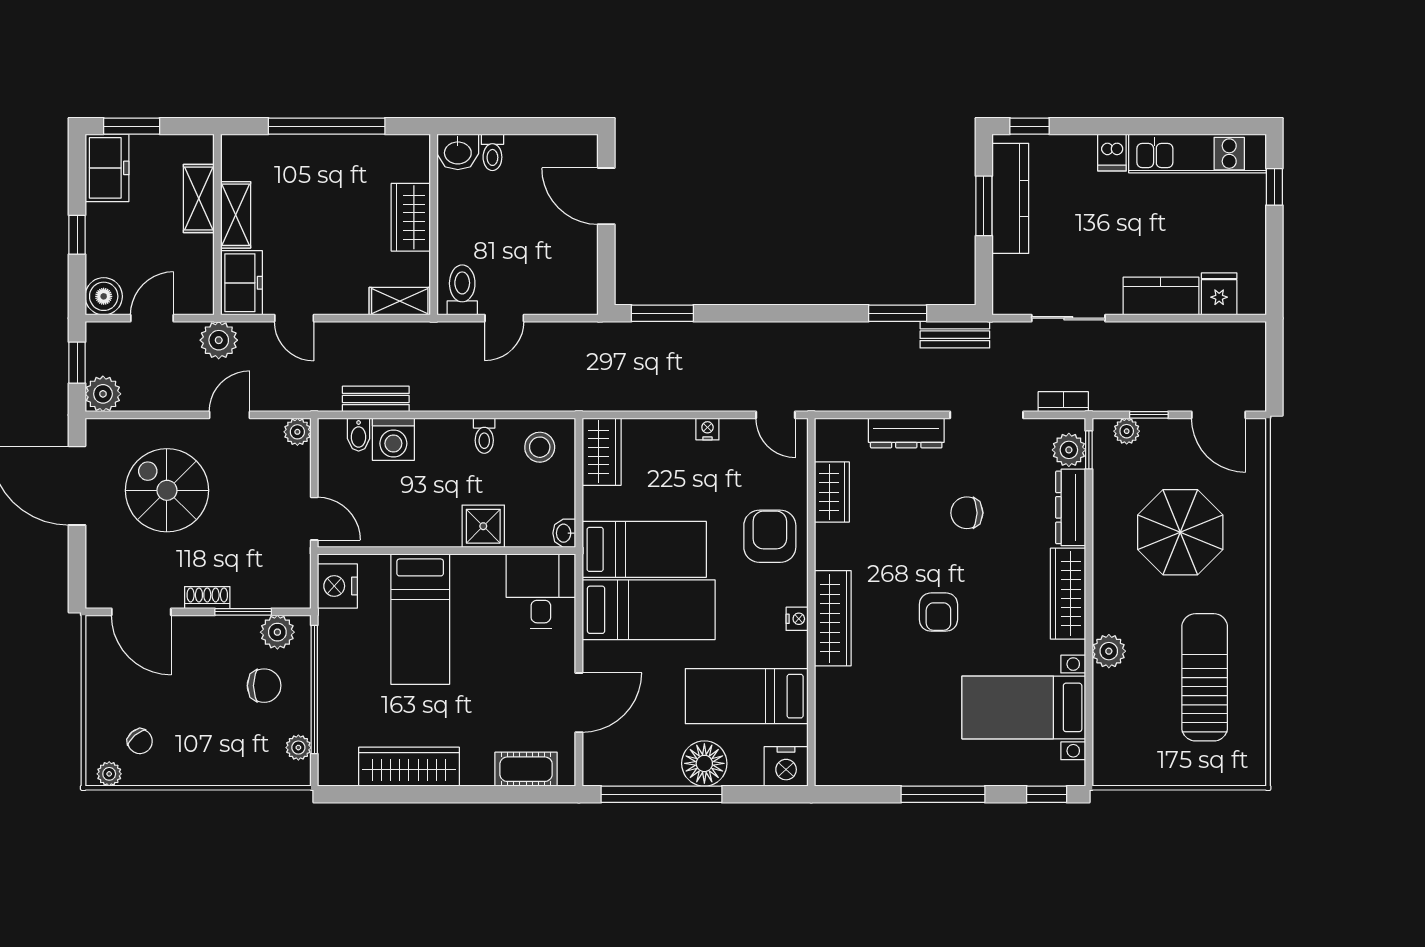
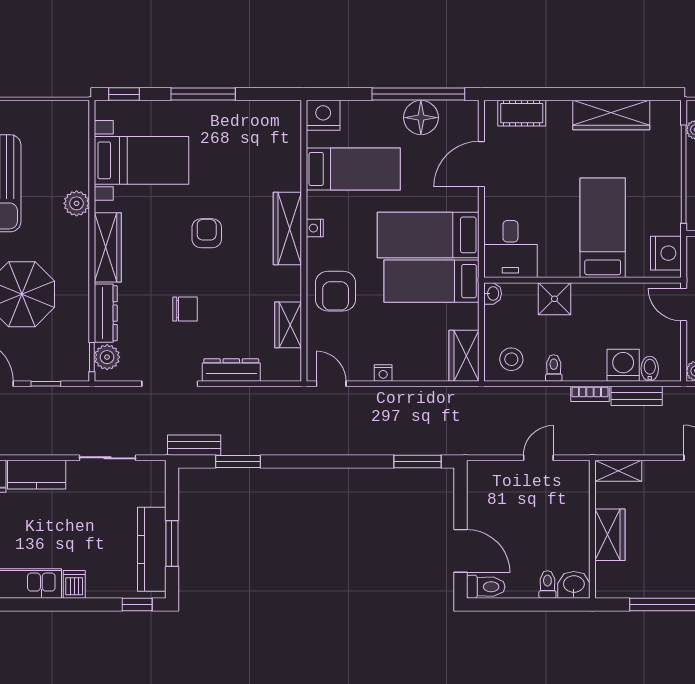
toilet: (462, 290) -> (486, 587), moved, turned -90
bookcase: (1063, 402) -> (590, 394), moved
plant: (1127, 431) -> (63, 371), removed
floor lamp: (704, 763) -> (421, 118), moved

